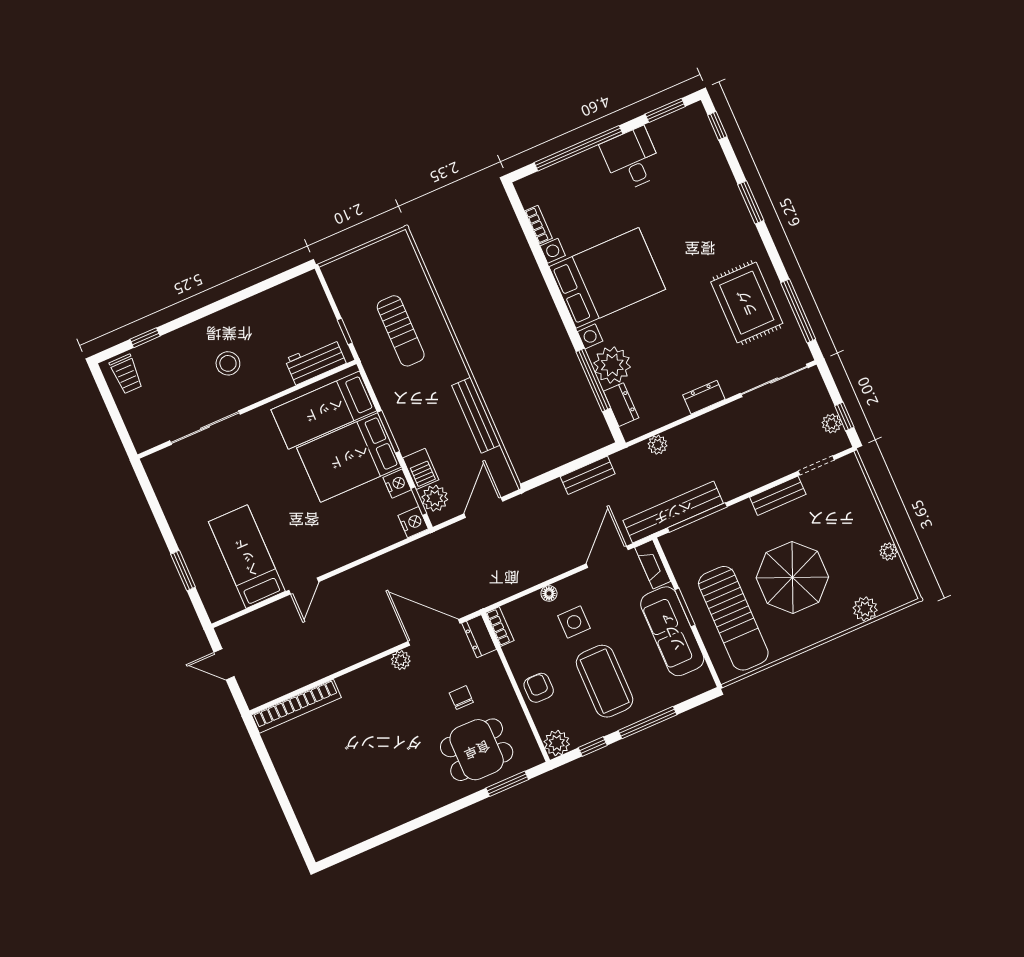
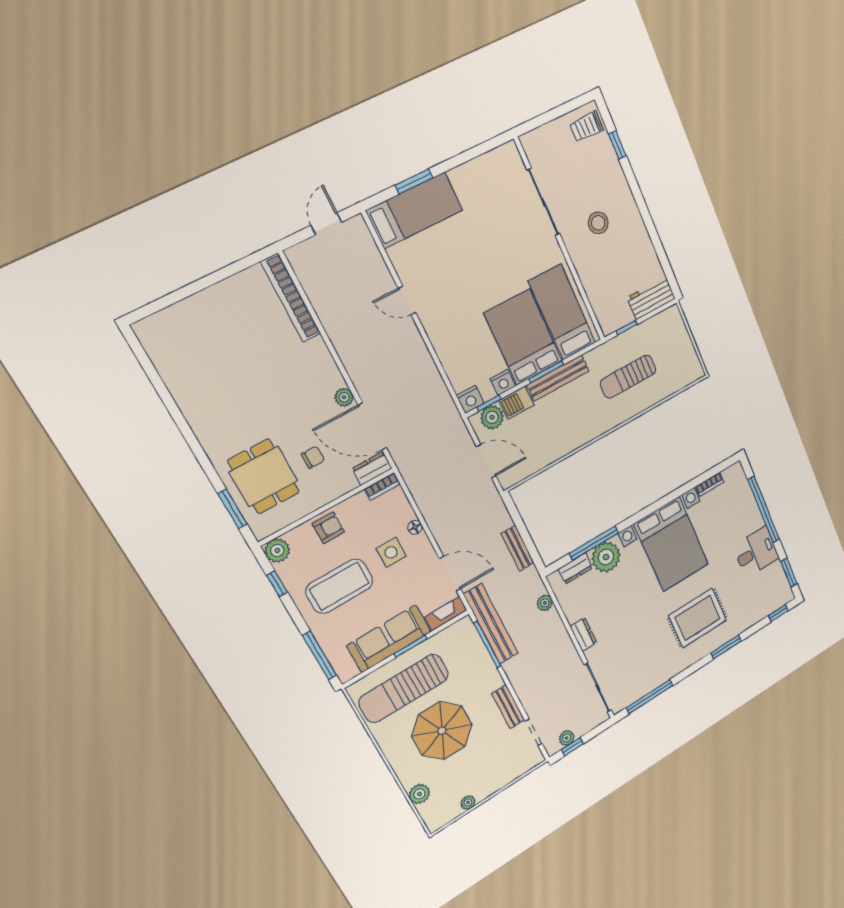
rug: (747, 303) -> (698, 618), moved
workbench: (315, 361) -> (651, 298), moved, turned -90
bench: (476, 415) -> (558, 378), moved
bed: (247, 557) -> (415, 210), moved
door: (434, 632) -> (372, 427), swing flipped
window: (647, 723) -> (320, 656), moved

